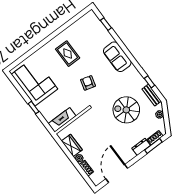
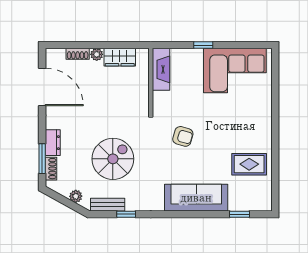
rug: (68, 54) -> (249, 164), moved
sofa: (117, 57) -> (196, 198), width x1.36

